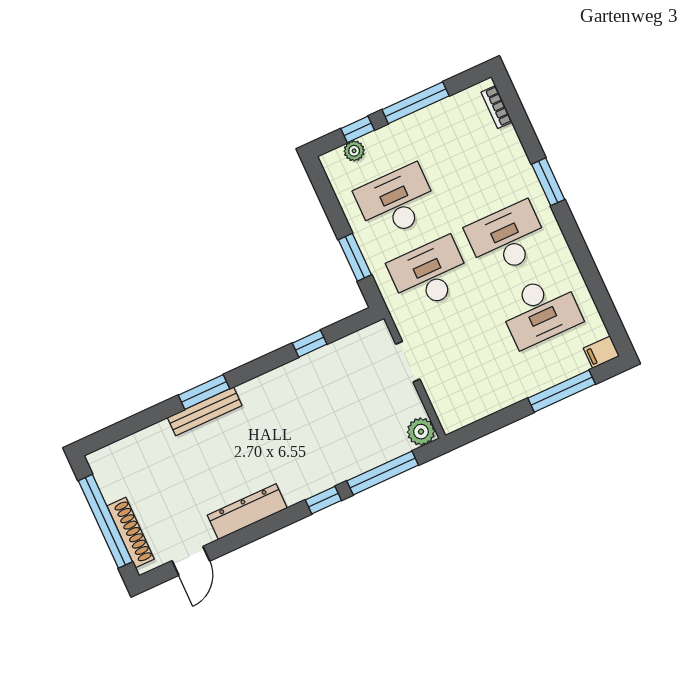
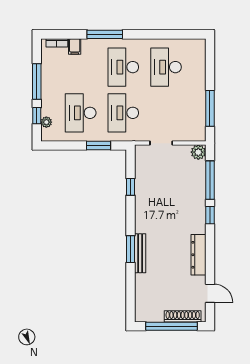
window: (548, 182) -> (105, 34), width x1.44
desk: (540, 311) -> (166, 67), turned 180
filing cabinet: (601, 352) -> (75, 46), moved
window: (562, 391) -> (210, 108), moved

